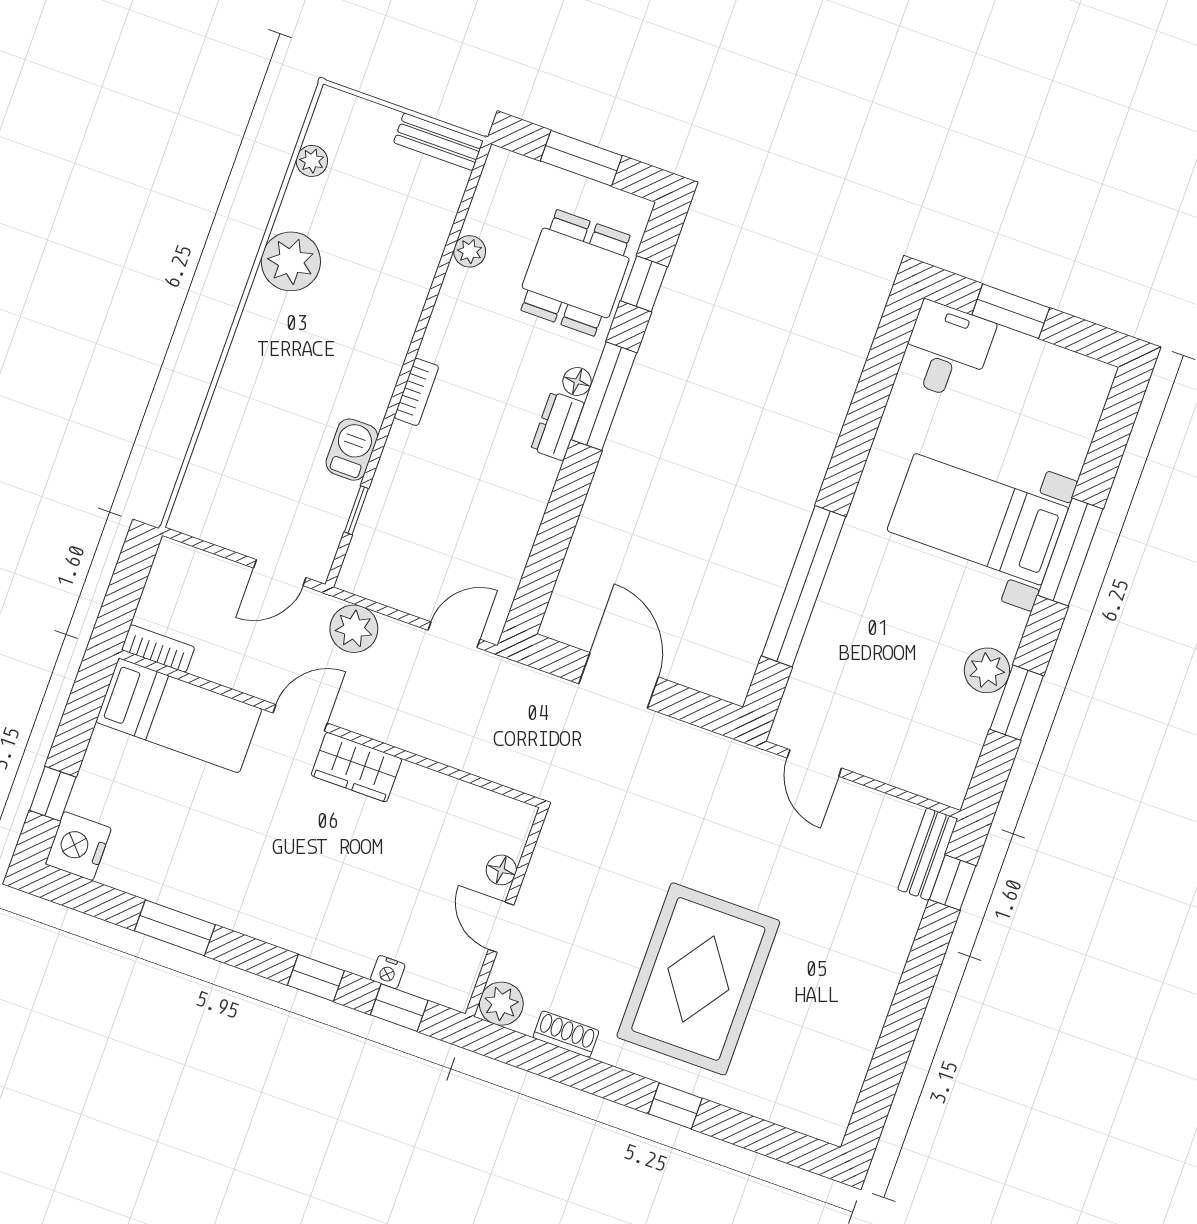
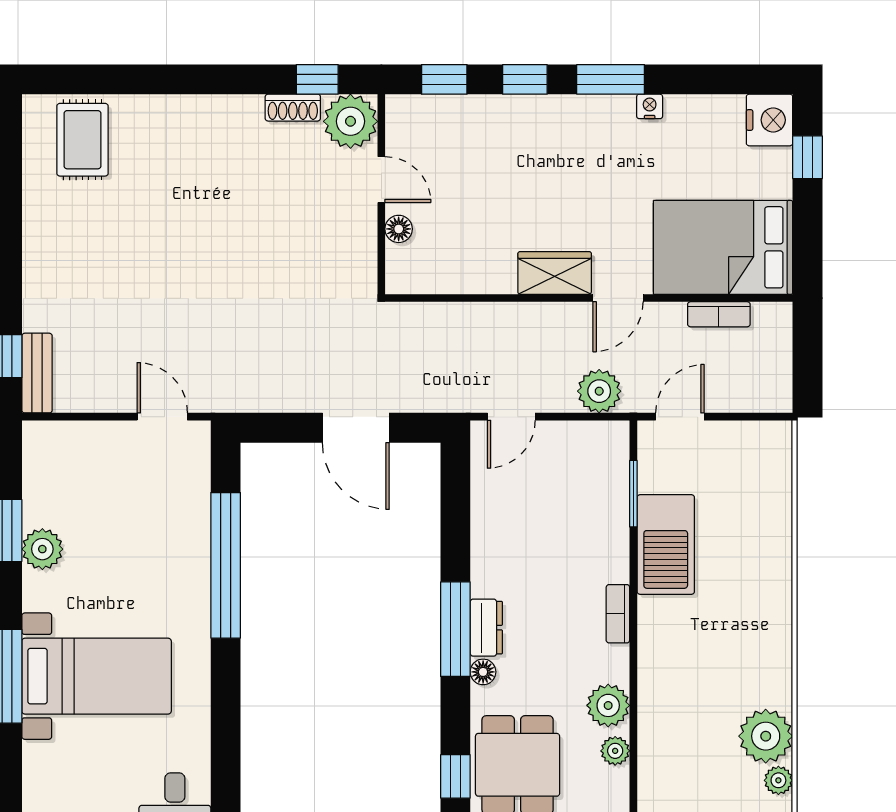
plant: (291, 261) -> (766, 736), moved
plant: (460, 301) -> (608, 705), added
window: (604, 396) -> (455, 629), moved
barbecue: (352, 450) -> (666, 544), width x1.88, depth x1.53
window: (356, 510) -> (633, 494), width x1.50
bookcase: (158, 648) -> (719, 314), moved
bed: (179, 715) -> (723, 247), width x1.50
window: (175, 928) -> (611, 79), moved
nightstand: (388, 972) -> (650, 106), moved
rug: (698, 979) -> (82, 140), moved, width x0.54, depth x0.49
plant: (501, 1004) -> (350, 121), width x1.36, depth x1.36
window: (675, 1106) -> (317, 79), moved

